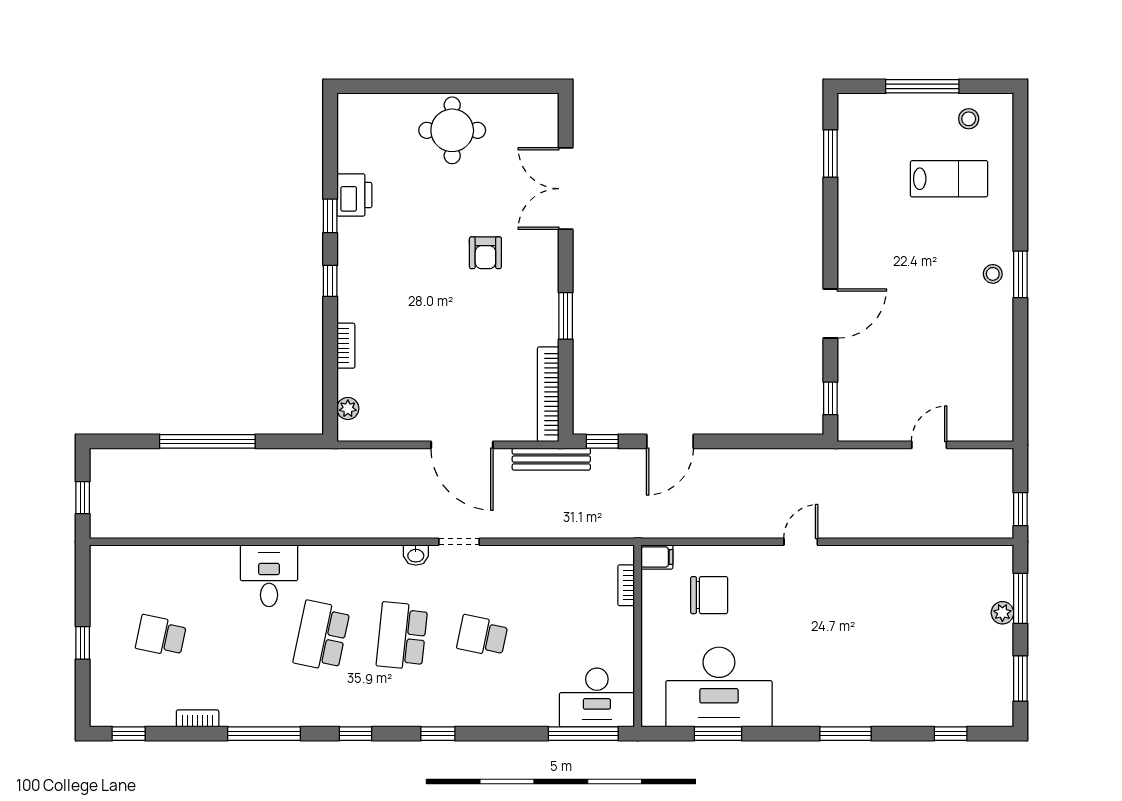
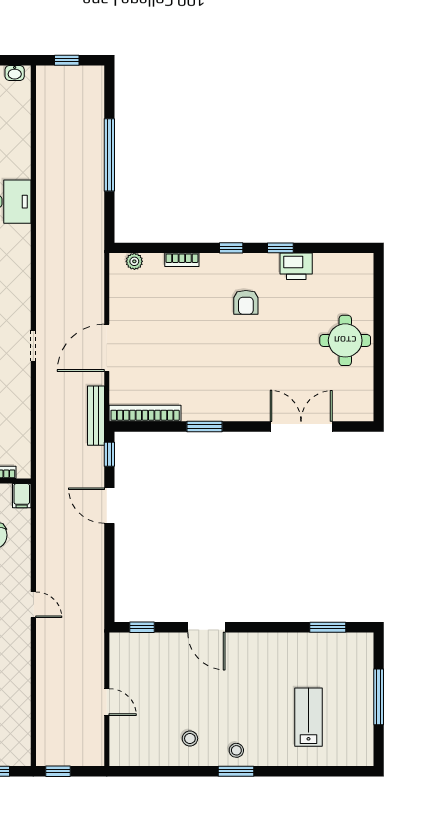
stool: (969, 119) -> (190, 738), moved
lab bench: (949, 179) -> (308, 717), turned 180
armchair: (485, 253) -> (246, 302), moved, turned -90
washbasin: (416, 555) -> (15, 73), moved, turned -90

